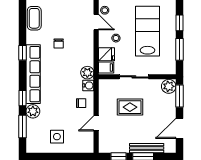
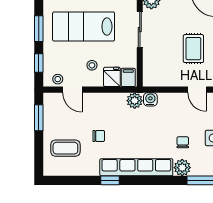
coffee table: (34, 18) -> (65, 148), moved
door: (96, 22) -> (72, 90), swing flipped
sliding door: (134, 77) -> (140, 30), moved
window: (23, 98) -> (166, 180), removed
chair: (81, 103) -> (183, 142), moved
rug: (130, 107) -> (193, 49), moved

